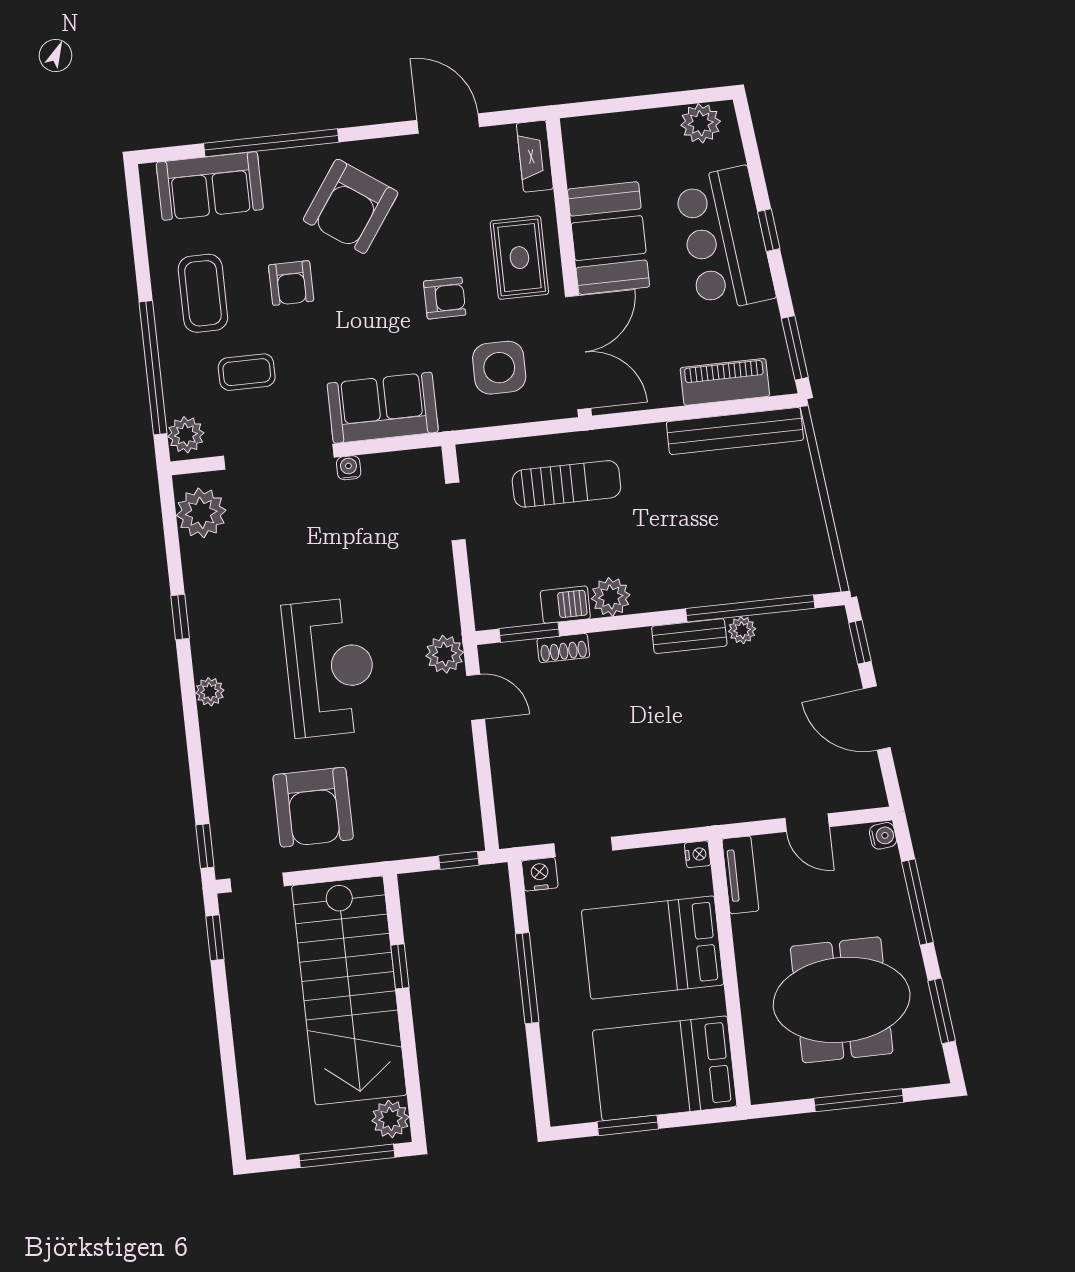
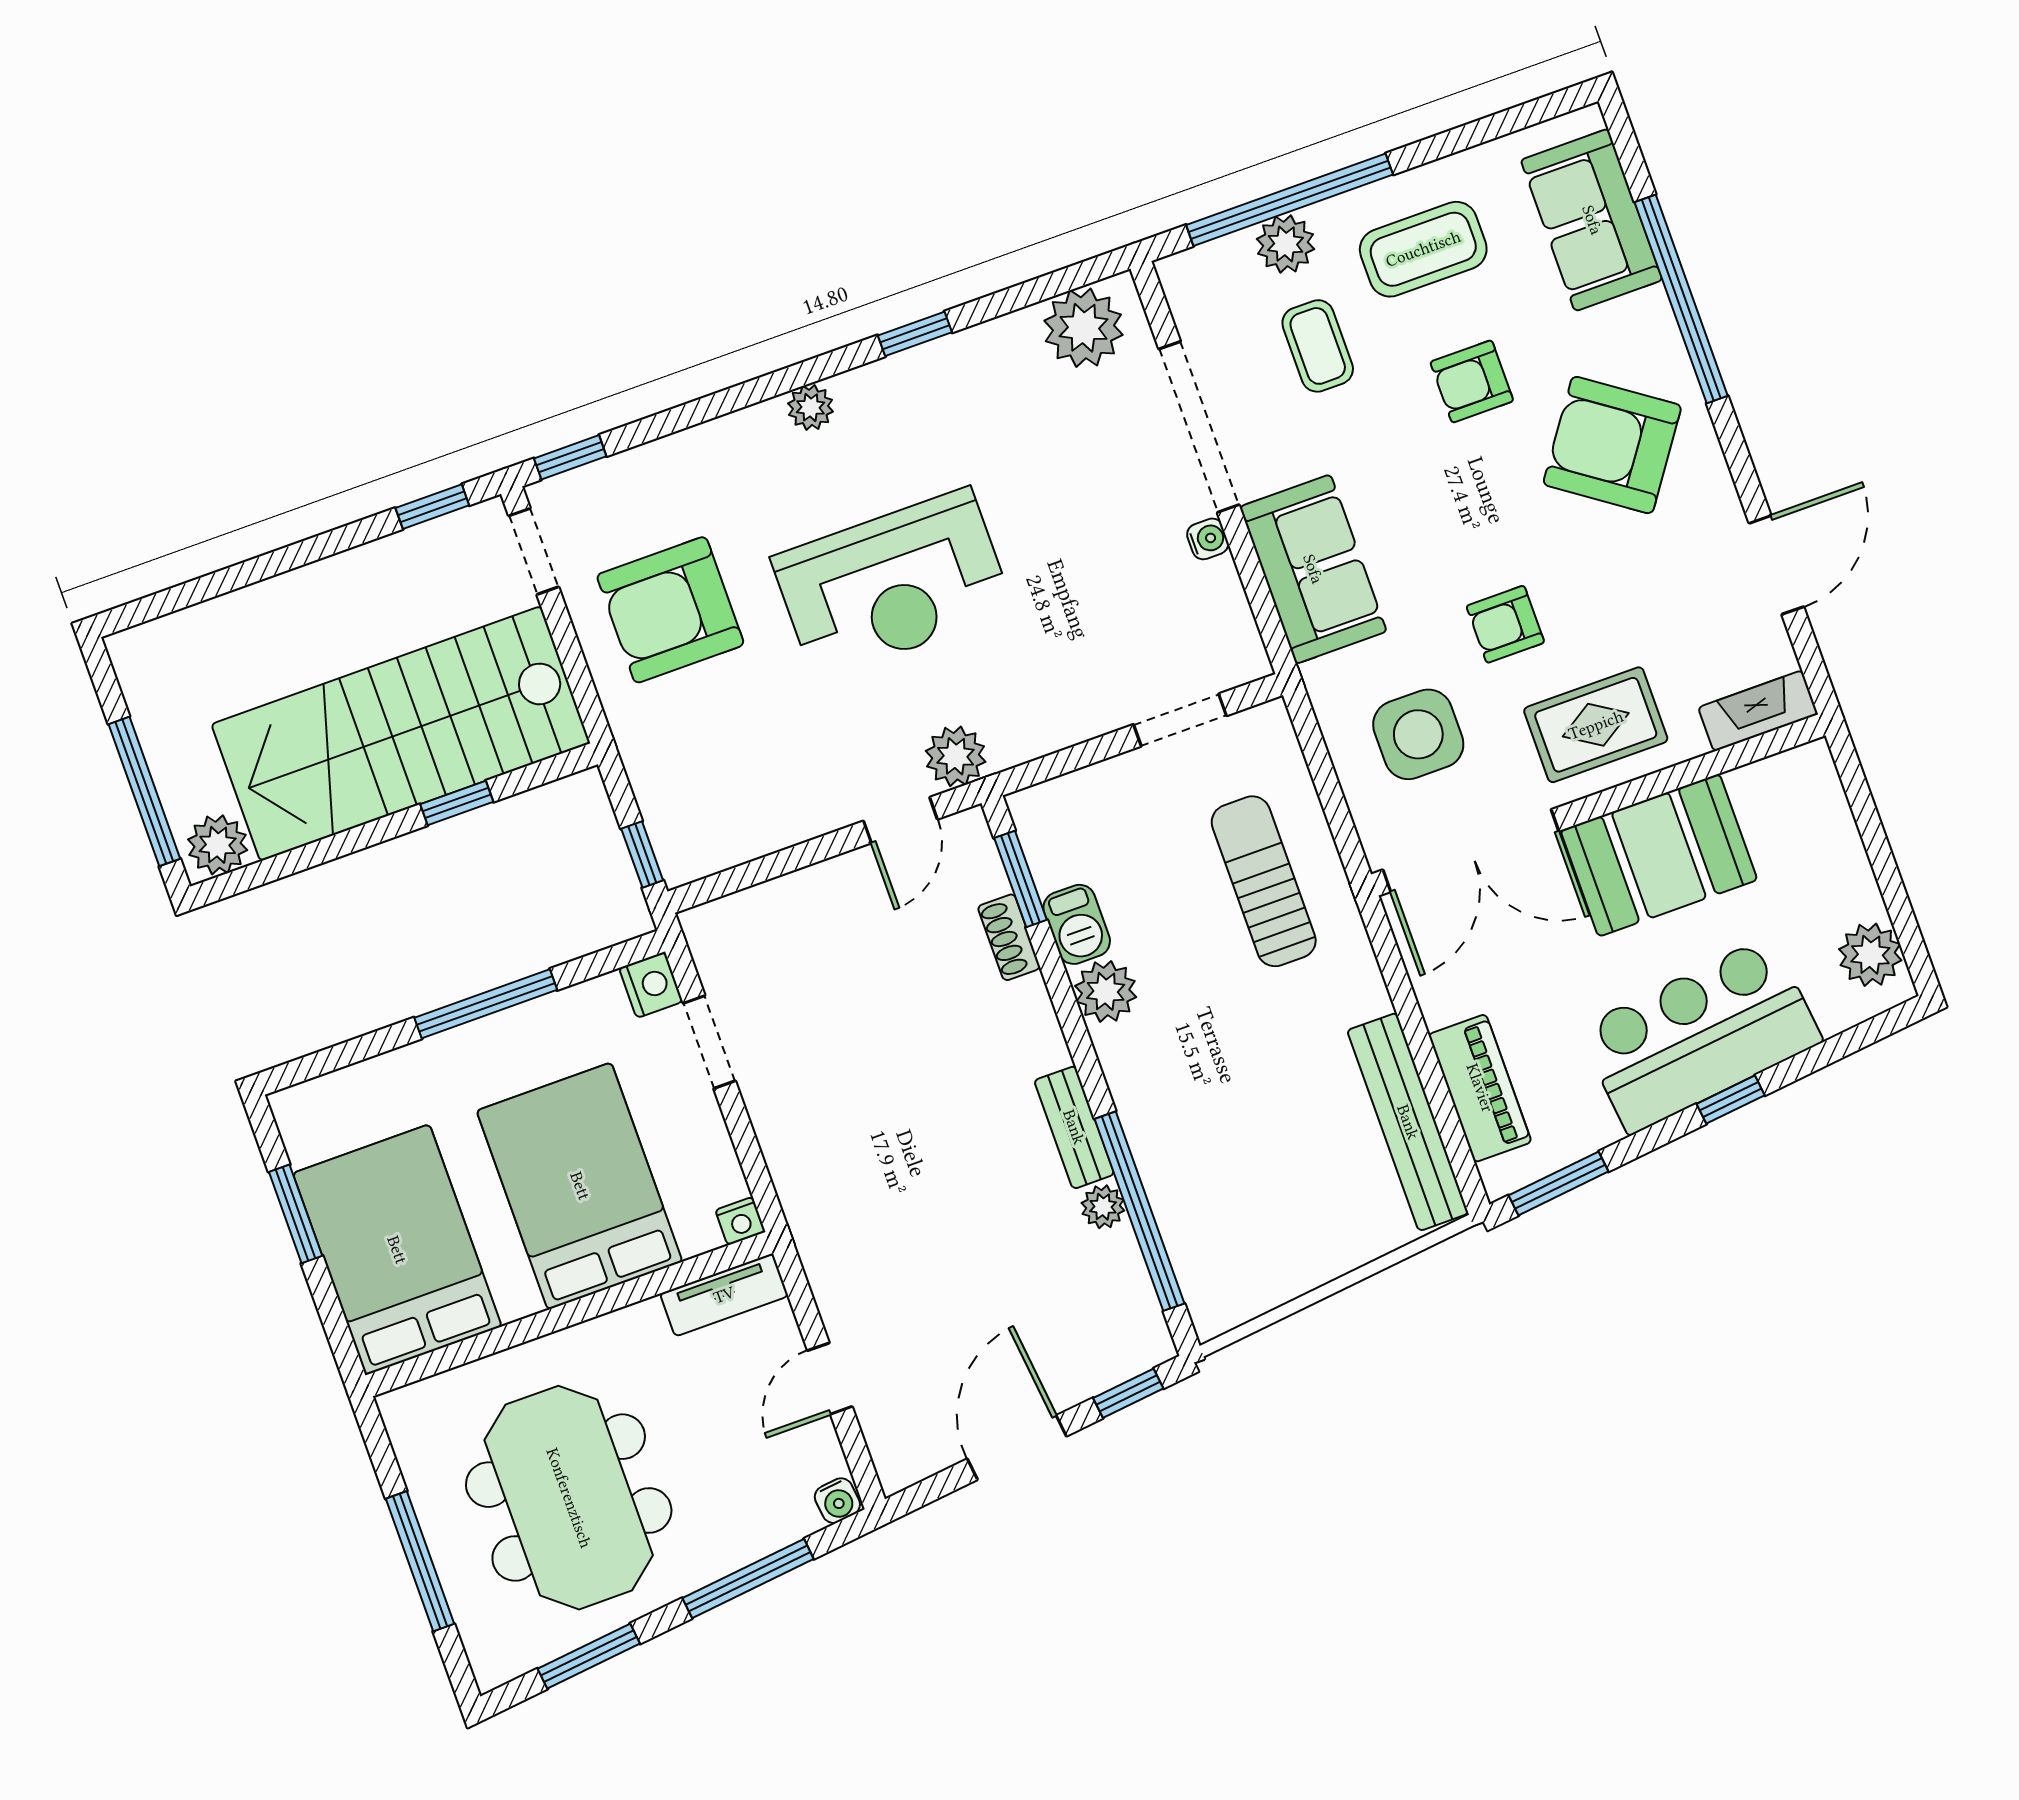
armchair: (445, 298) -> (1505, 624), turned 90
plant: (186, 435) -> (1286, 244), moved
sun lounger: (566, 484) -> (1264, 881), turned 180

